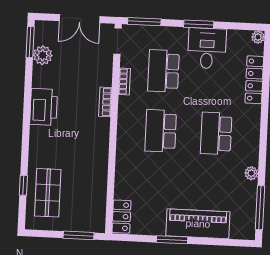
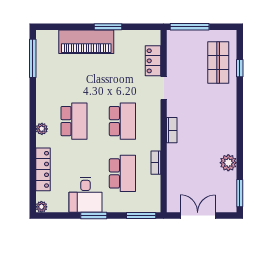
doorway: (118, 41) -> (164, 88), moved
plant: (43, 55) -> (228, 163), moved
bookcase: (105, 102) -> (172, 130), moved
printer: (44, 107) -> (225, 137), removed
plant: (251, 173) -> (42, 129), moved
locker: (121, 217) -> (153, 61), moved
window: (79, 235) -> (190, 27), width x1.44

